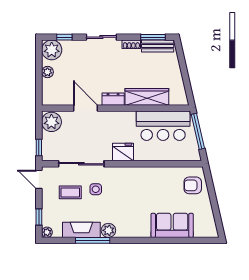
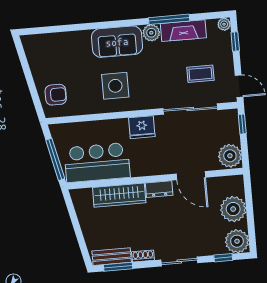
plant: (47, 72) -> (233, 209), width x1.87, depth x1.87
side table: (96, 189) -> (115, 86), moved, width x1.87, depth x1.87
sofa: (172, 225) -> (117, 42), moved

